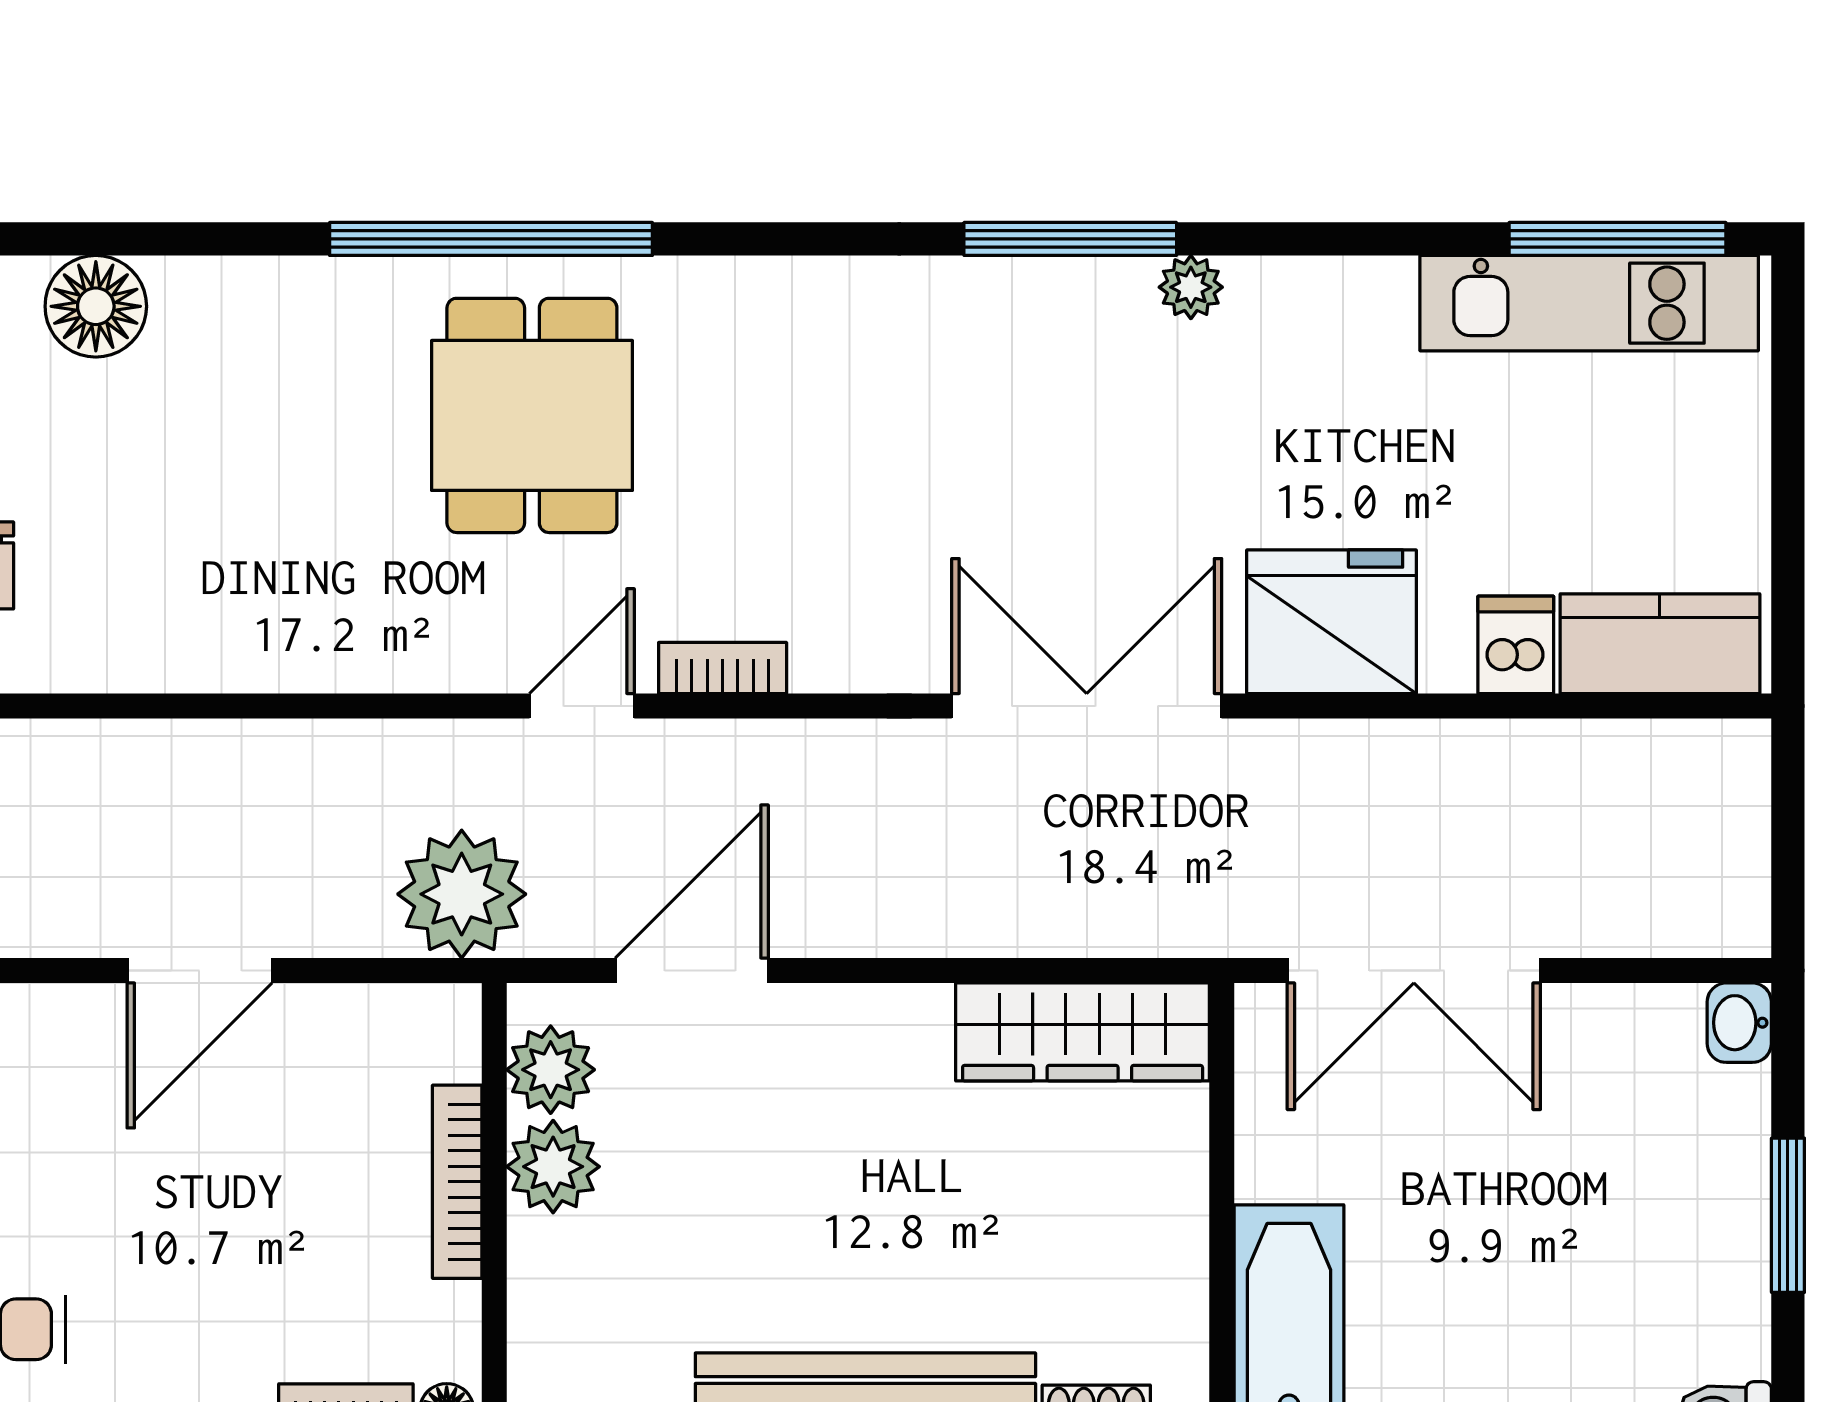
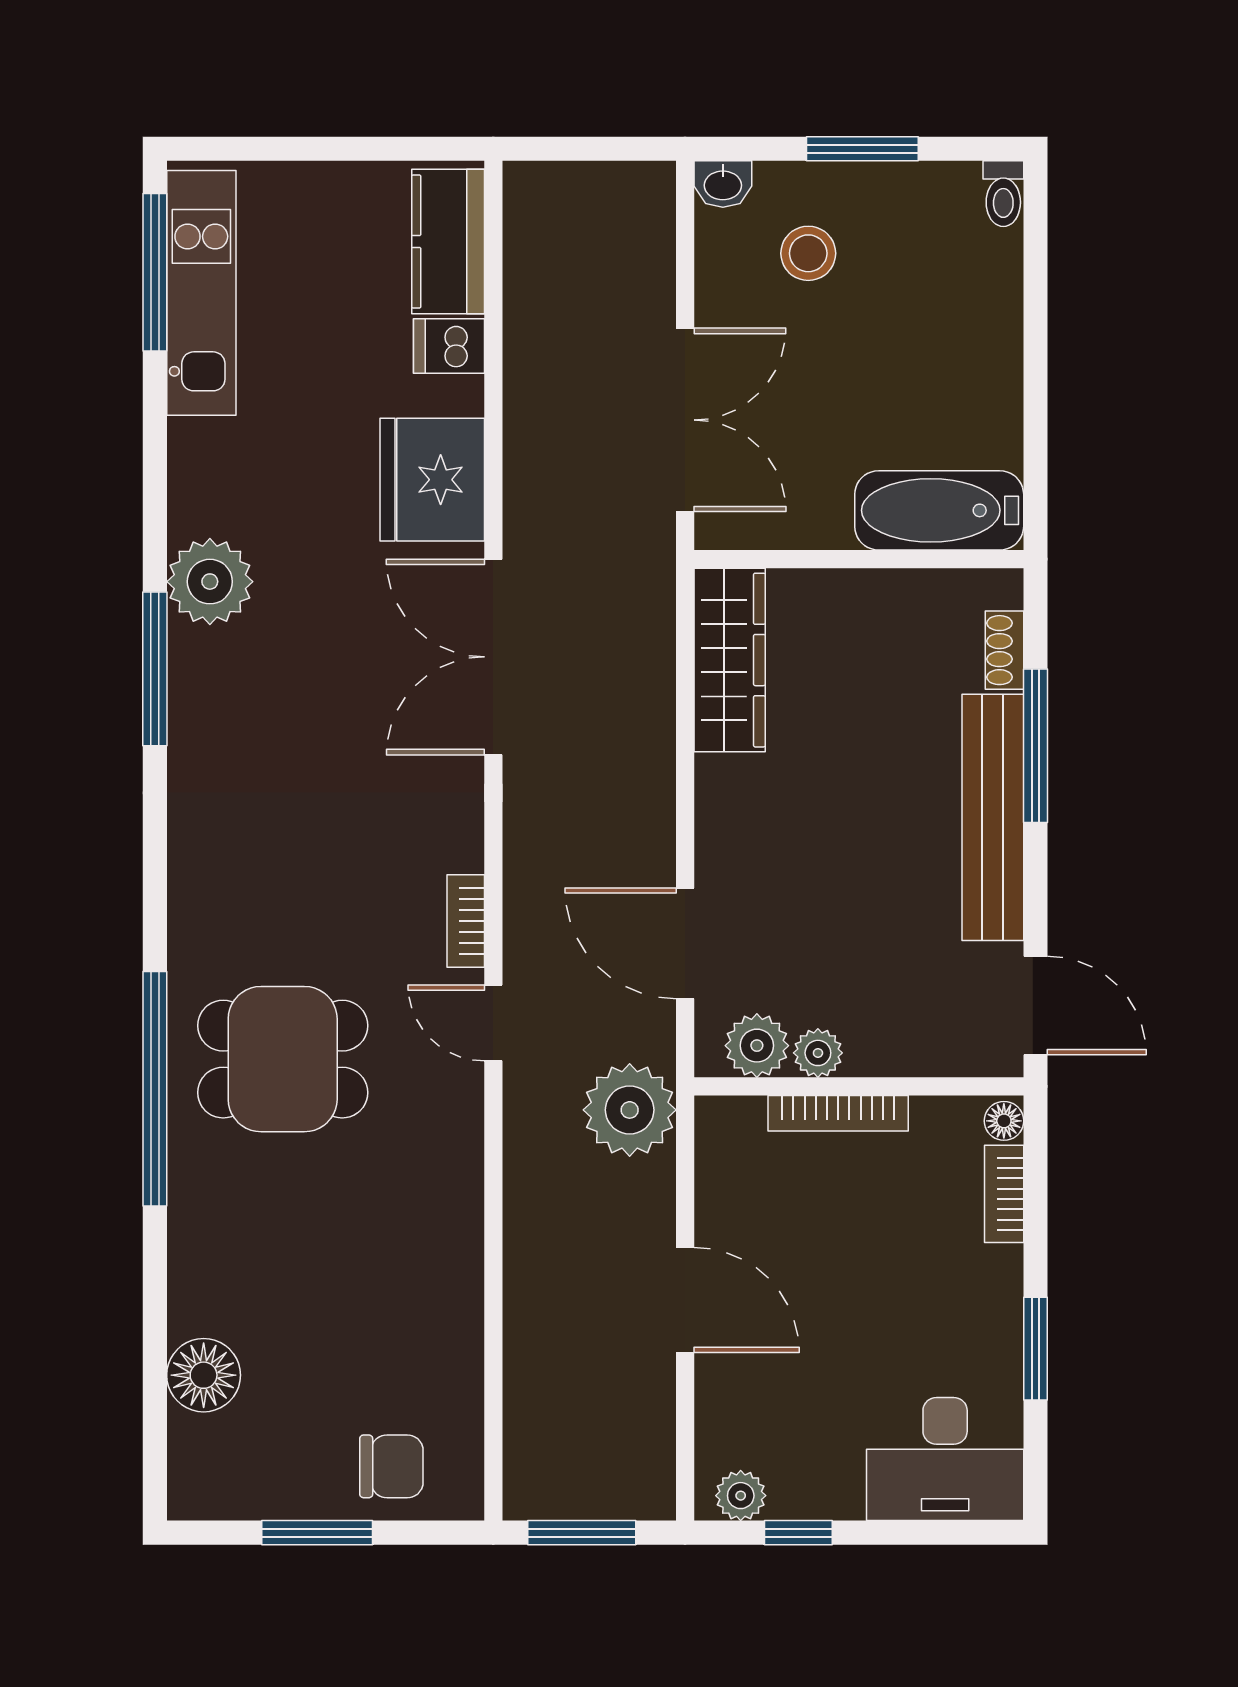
plant: (1191, 287) -> (210, 582), width x1.87, depth x1.87
stool: (1644, 1141) -> (808, 253), added
plant: (553, 1167) -> (818, 1053), width x0.73, depth x0.73

